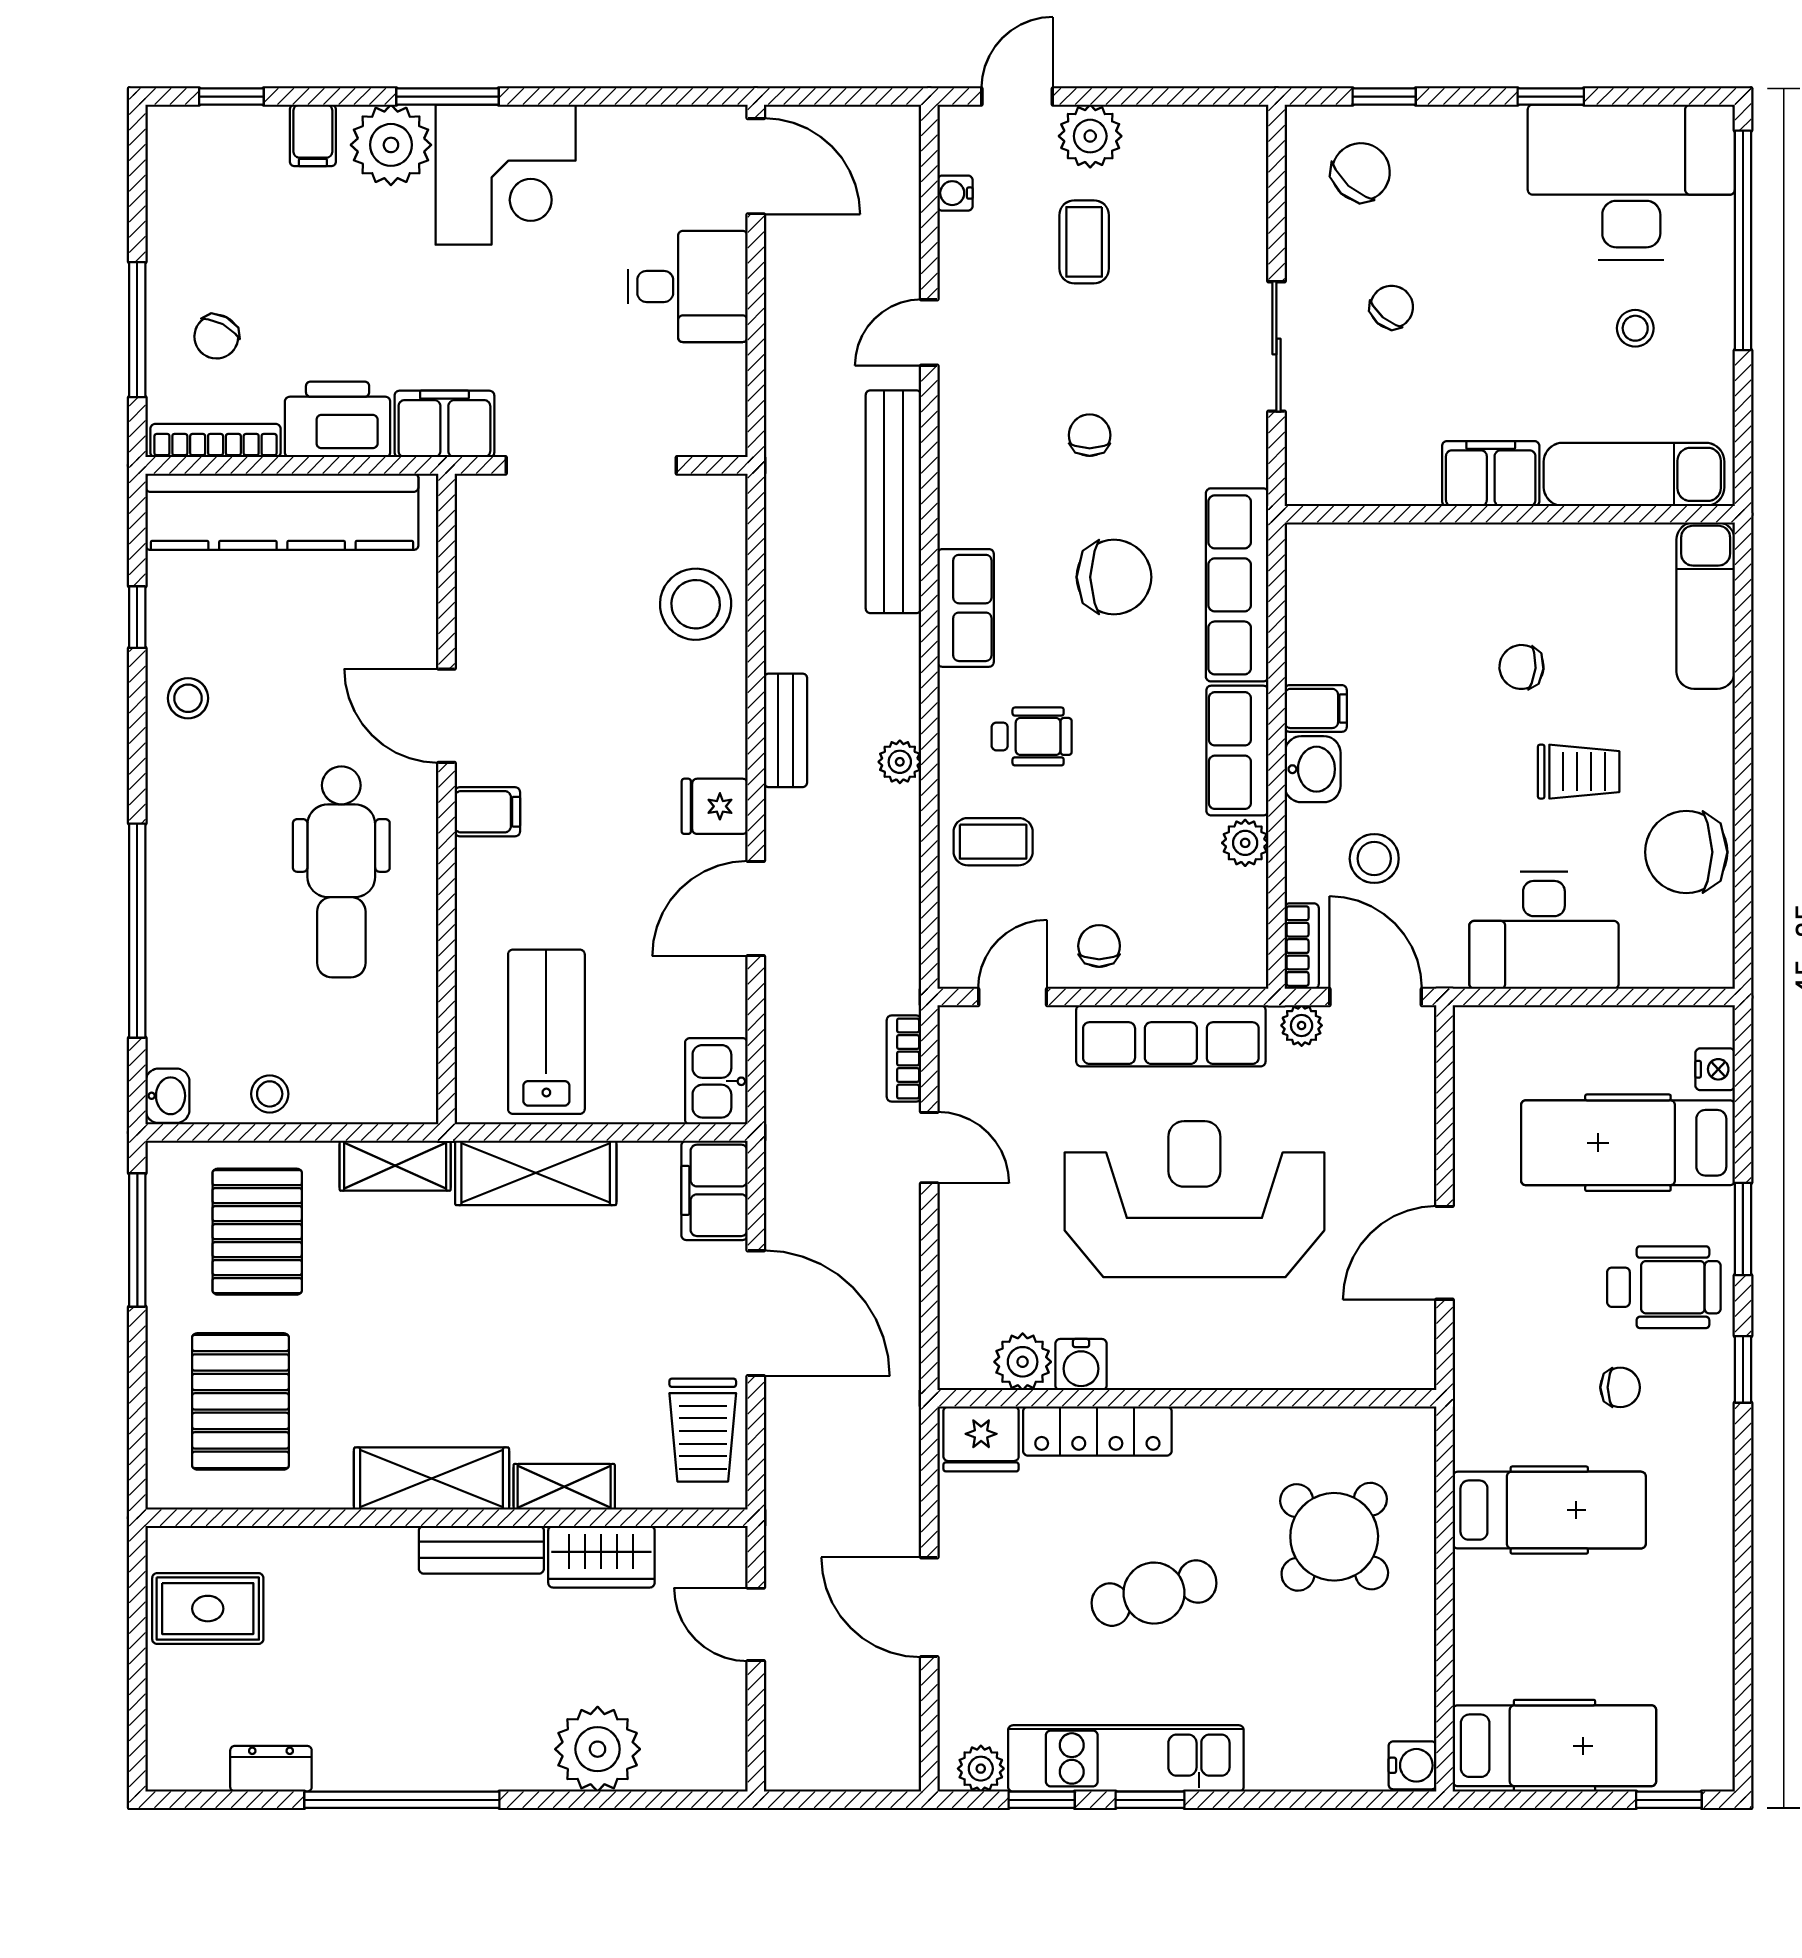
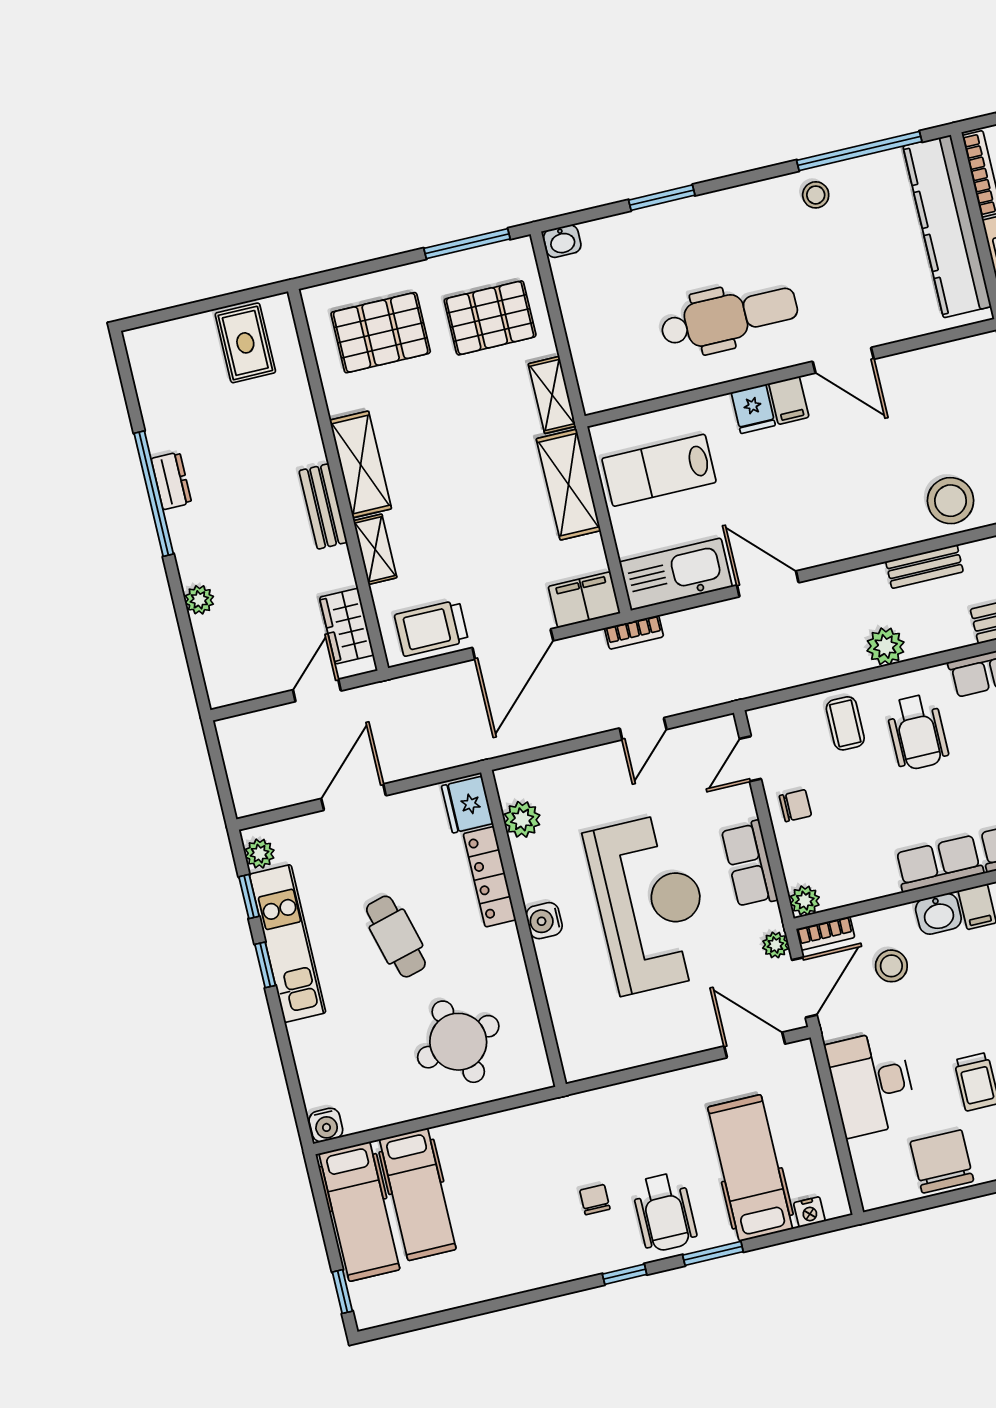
window: (137, 617) -> (859, 151), width x3.17
door: (447, 716) -> (843, 360), swing flipped
bench: (786, 730) -> (924, 567), moved
wheelchair: (1032, 736) -> (917, 732), width x1.36, depth x1.37
plant: (900, 762) -> (886, 646), width x1.38, depth x1.38
fridge: (715, 806) -> (753, 409), moved, turned 180
plant: (1245, 843) -> (805, 901), moved
dental chair: (341, 872) -> (729, 317), turned 180
window: (137, 931) -> (662, 198), width x0.47
door: (1013, 997) -> (750, 759), swing flipped
lab bench: (546, 1032) -> (659, 470), turned 180
row of seats: (1171, 1036) -> (749, 864), width x0.68
bookcase: (904, 1059) -> (634, 632), moved, turned 180
kitchen sink: (716, 1081) -> (676, 574), width x1.87, depth x1.24
stool: (270, 1094) -> (579, 305), removed
door: (1445, 1253) -> (755, 1045), moved
water cooler: (1081, 1365) -> (544, 921), moved
chair: (1620, 1387) -> (595, 1200), turned 180
hospital bed: (1549, 1510) -> (418, 1194), moved
round table: (1334, 1537) -> (458, 1042), turned 32
wardrobe: (601, 1557) -> (347, 626), moved
plant: (598, 1749) -> (199, 600), width x0.53, depth x0.53
dresser: (271, 1769) -> (171, 481), moved

